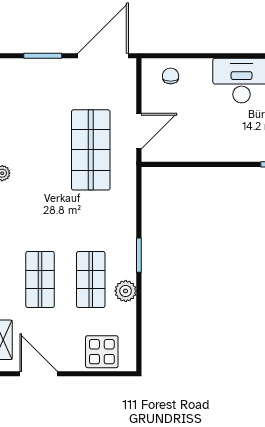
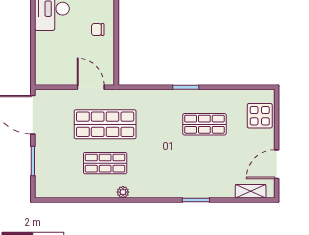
chair: (171, 76) -> (98, 30), moved
shop shelf: (40, 280) -> (105, 163), moved
plant: (126, 291) -> (213, 98), removed

